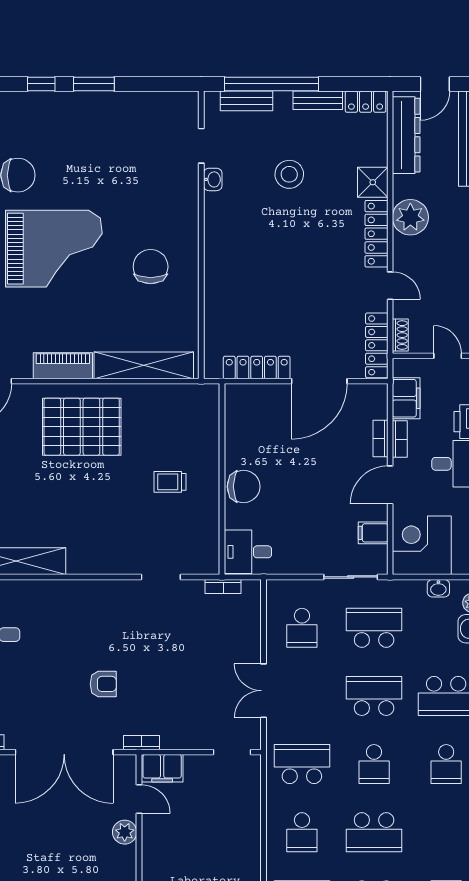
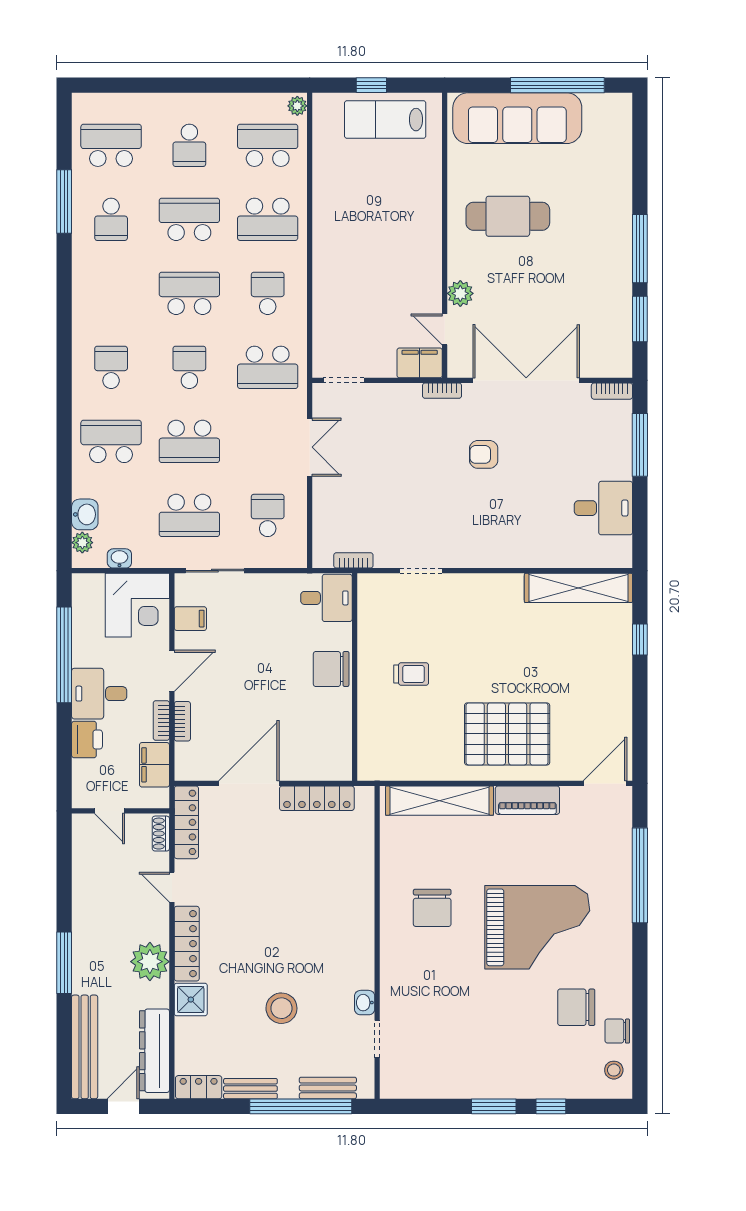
grand piano: (54, 249) -> (537, 927), turned 180

